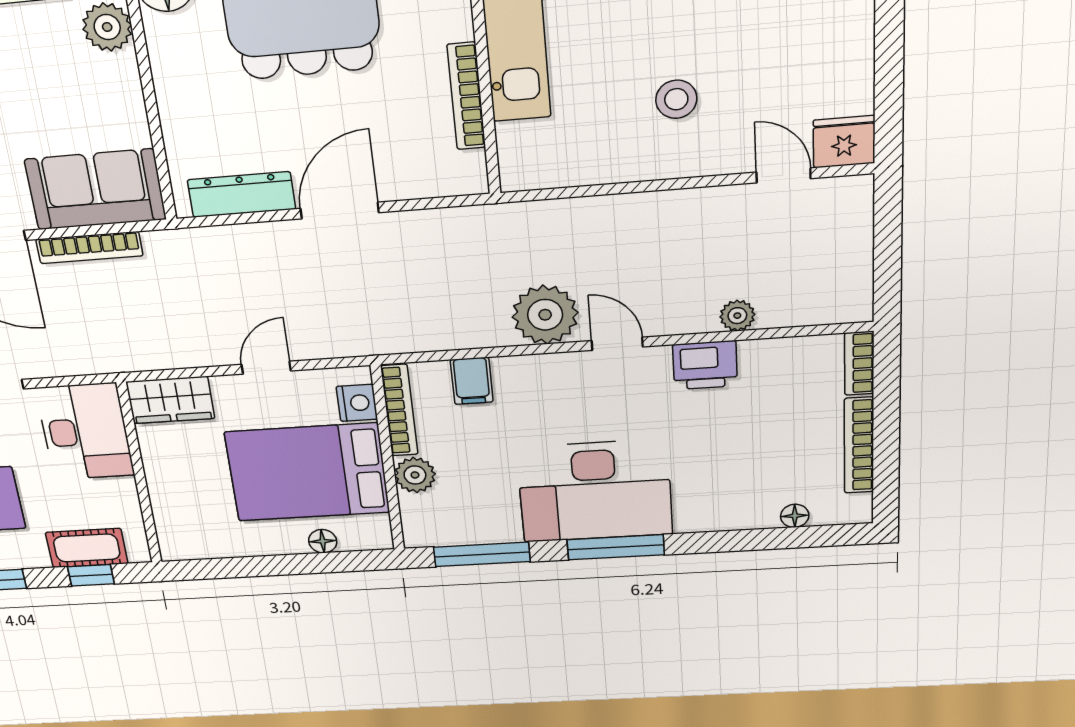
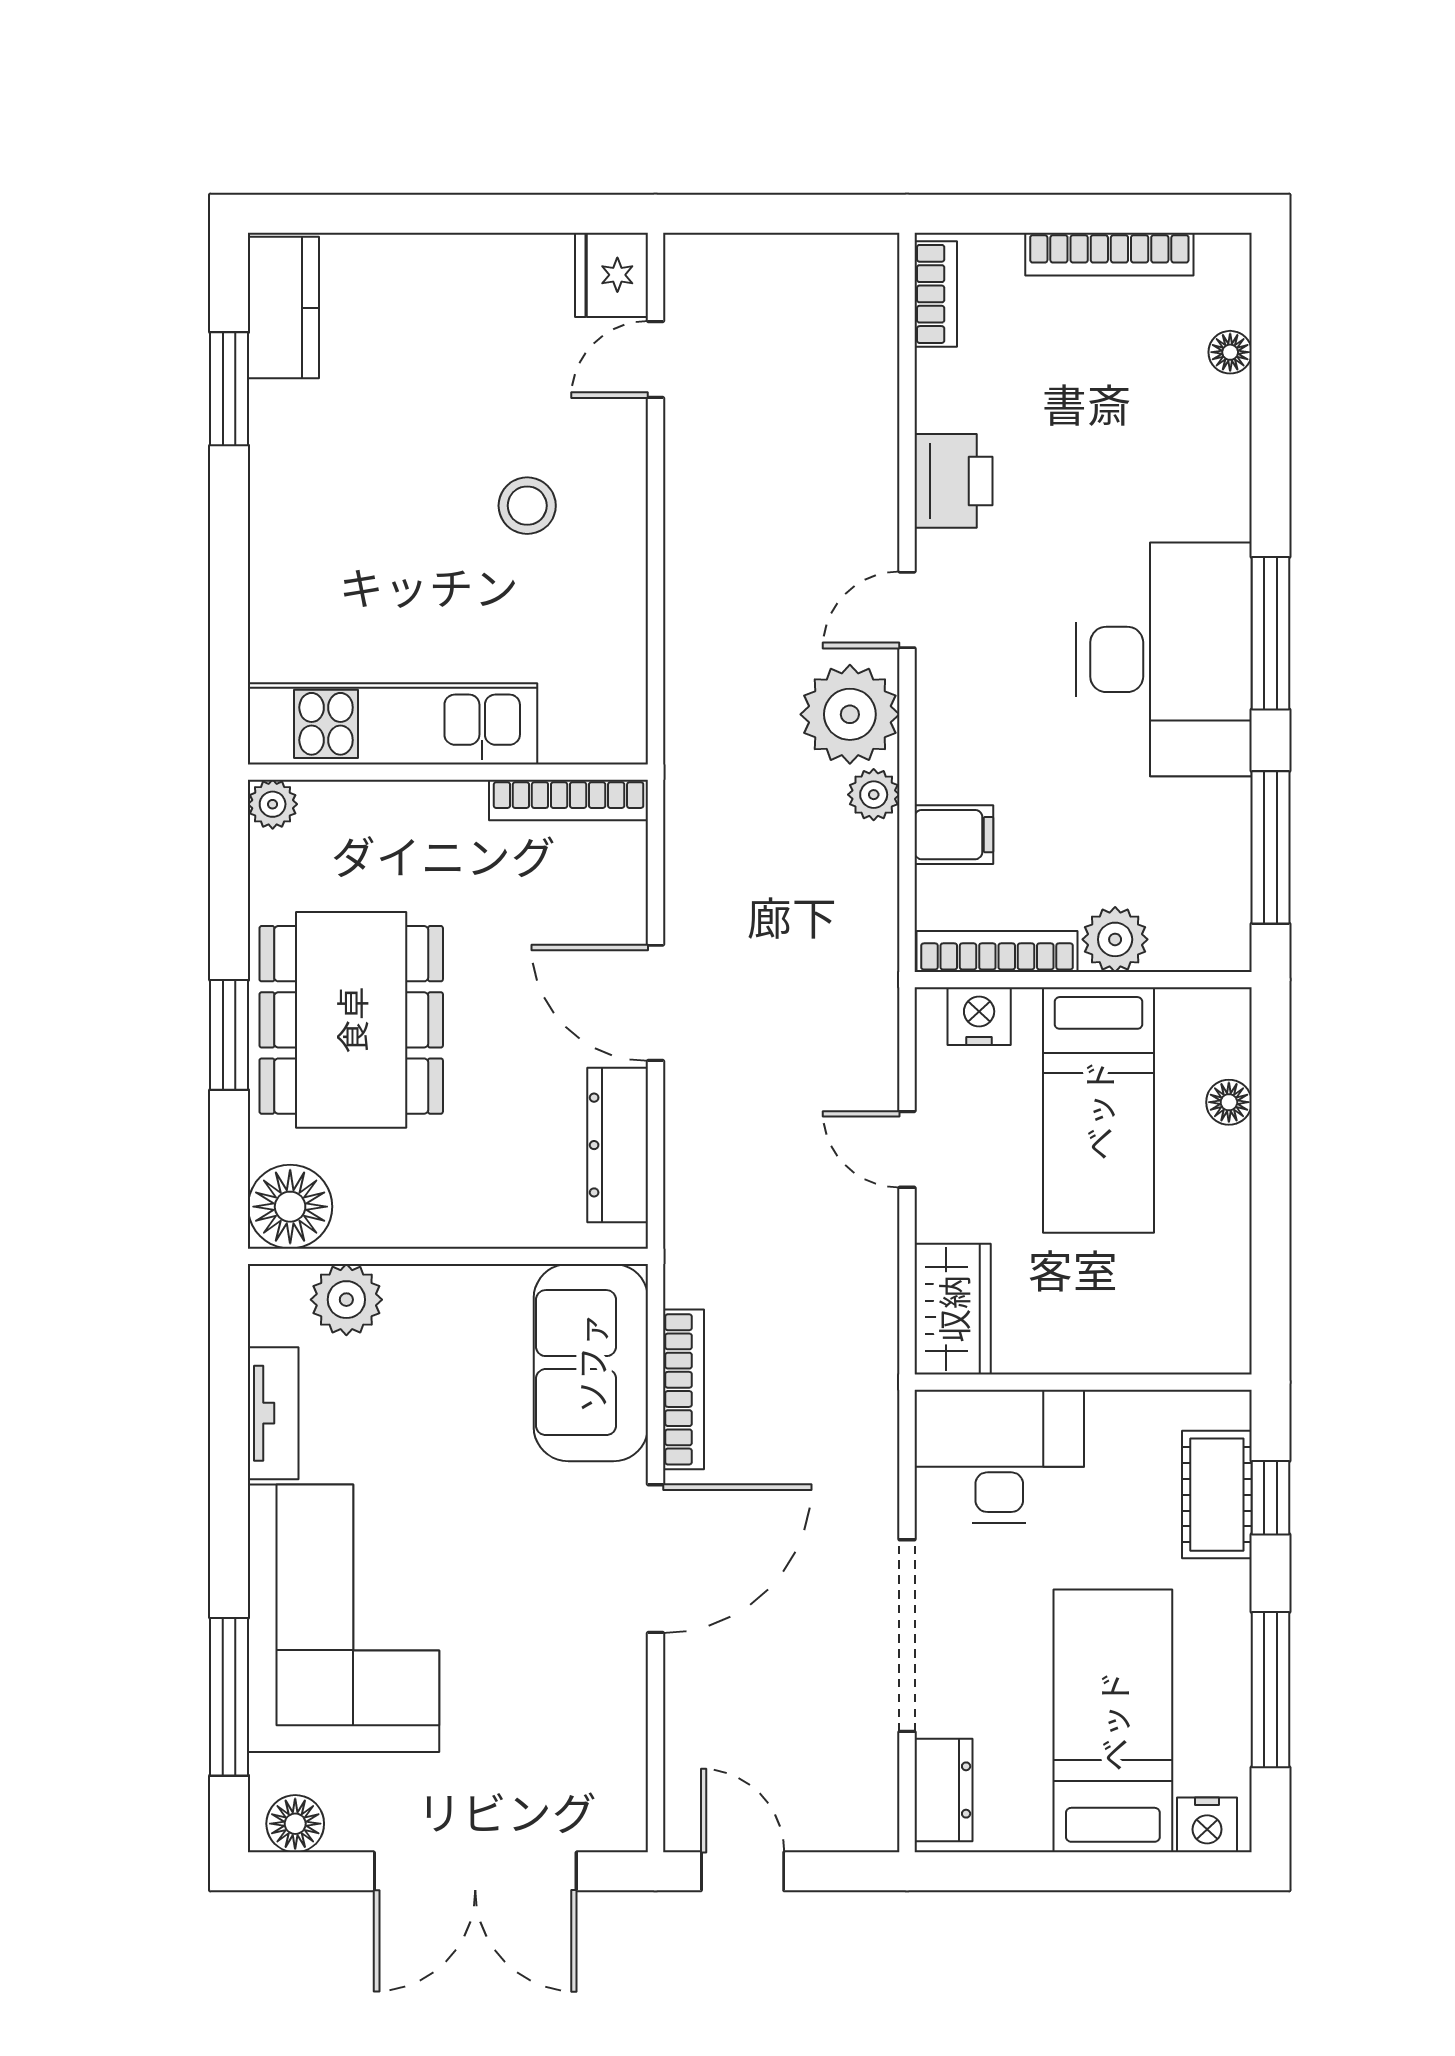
bookcase: (466, 96) -> (569, 800), moved
plant: (737, 316) -> (874, 795), moved
bookcase: (859, 363) -> (936, 294), moved, turned -90
bed: (307, 472) -> (1098, 1110), width x0.67

